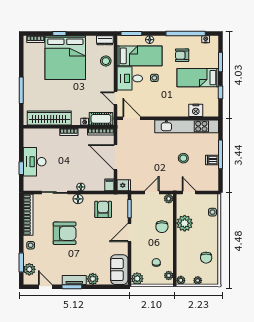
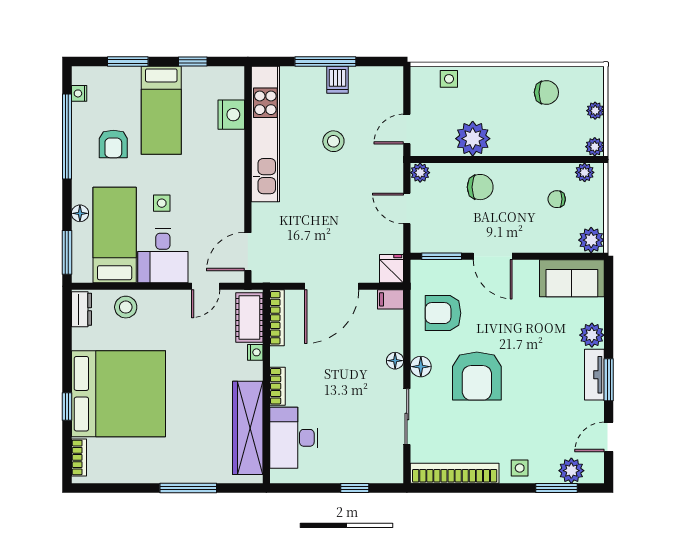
desk: (35, 162) -> (294, 438), moved, turned 90
armchair: (65, 233) -> (477, 376), moved, turned 180

